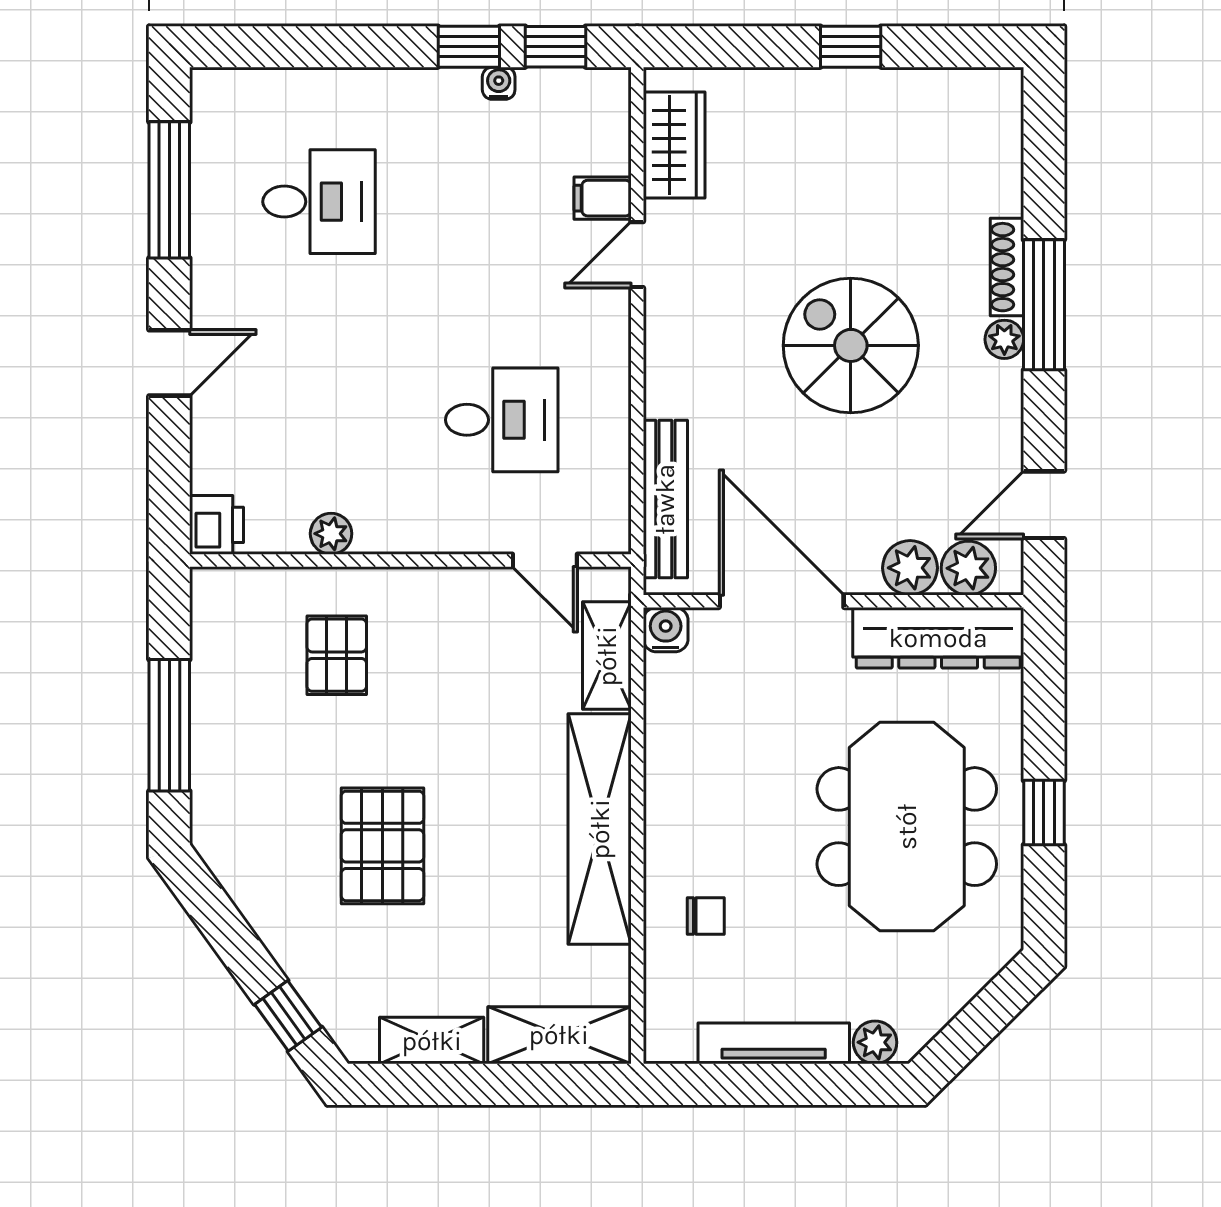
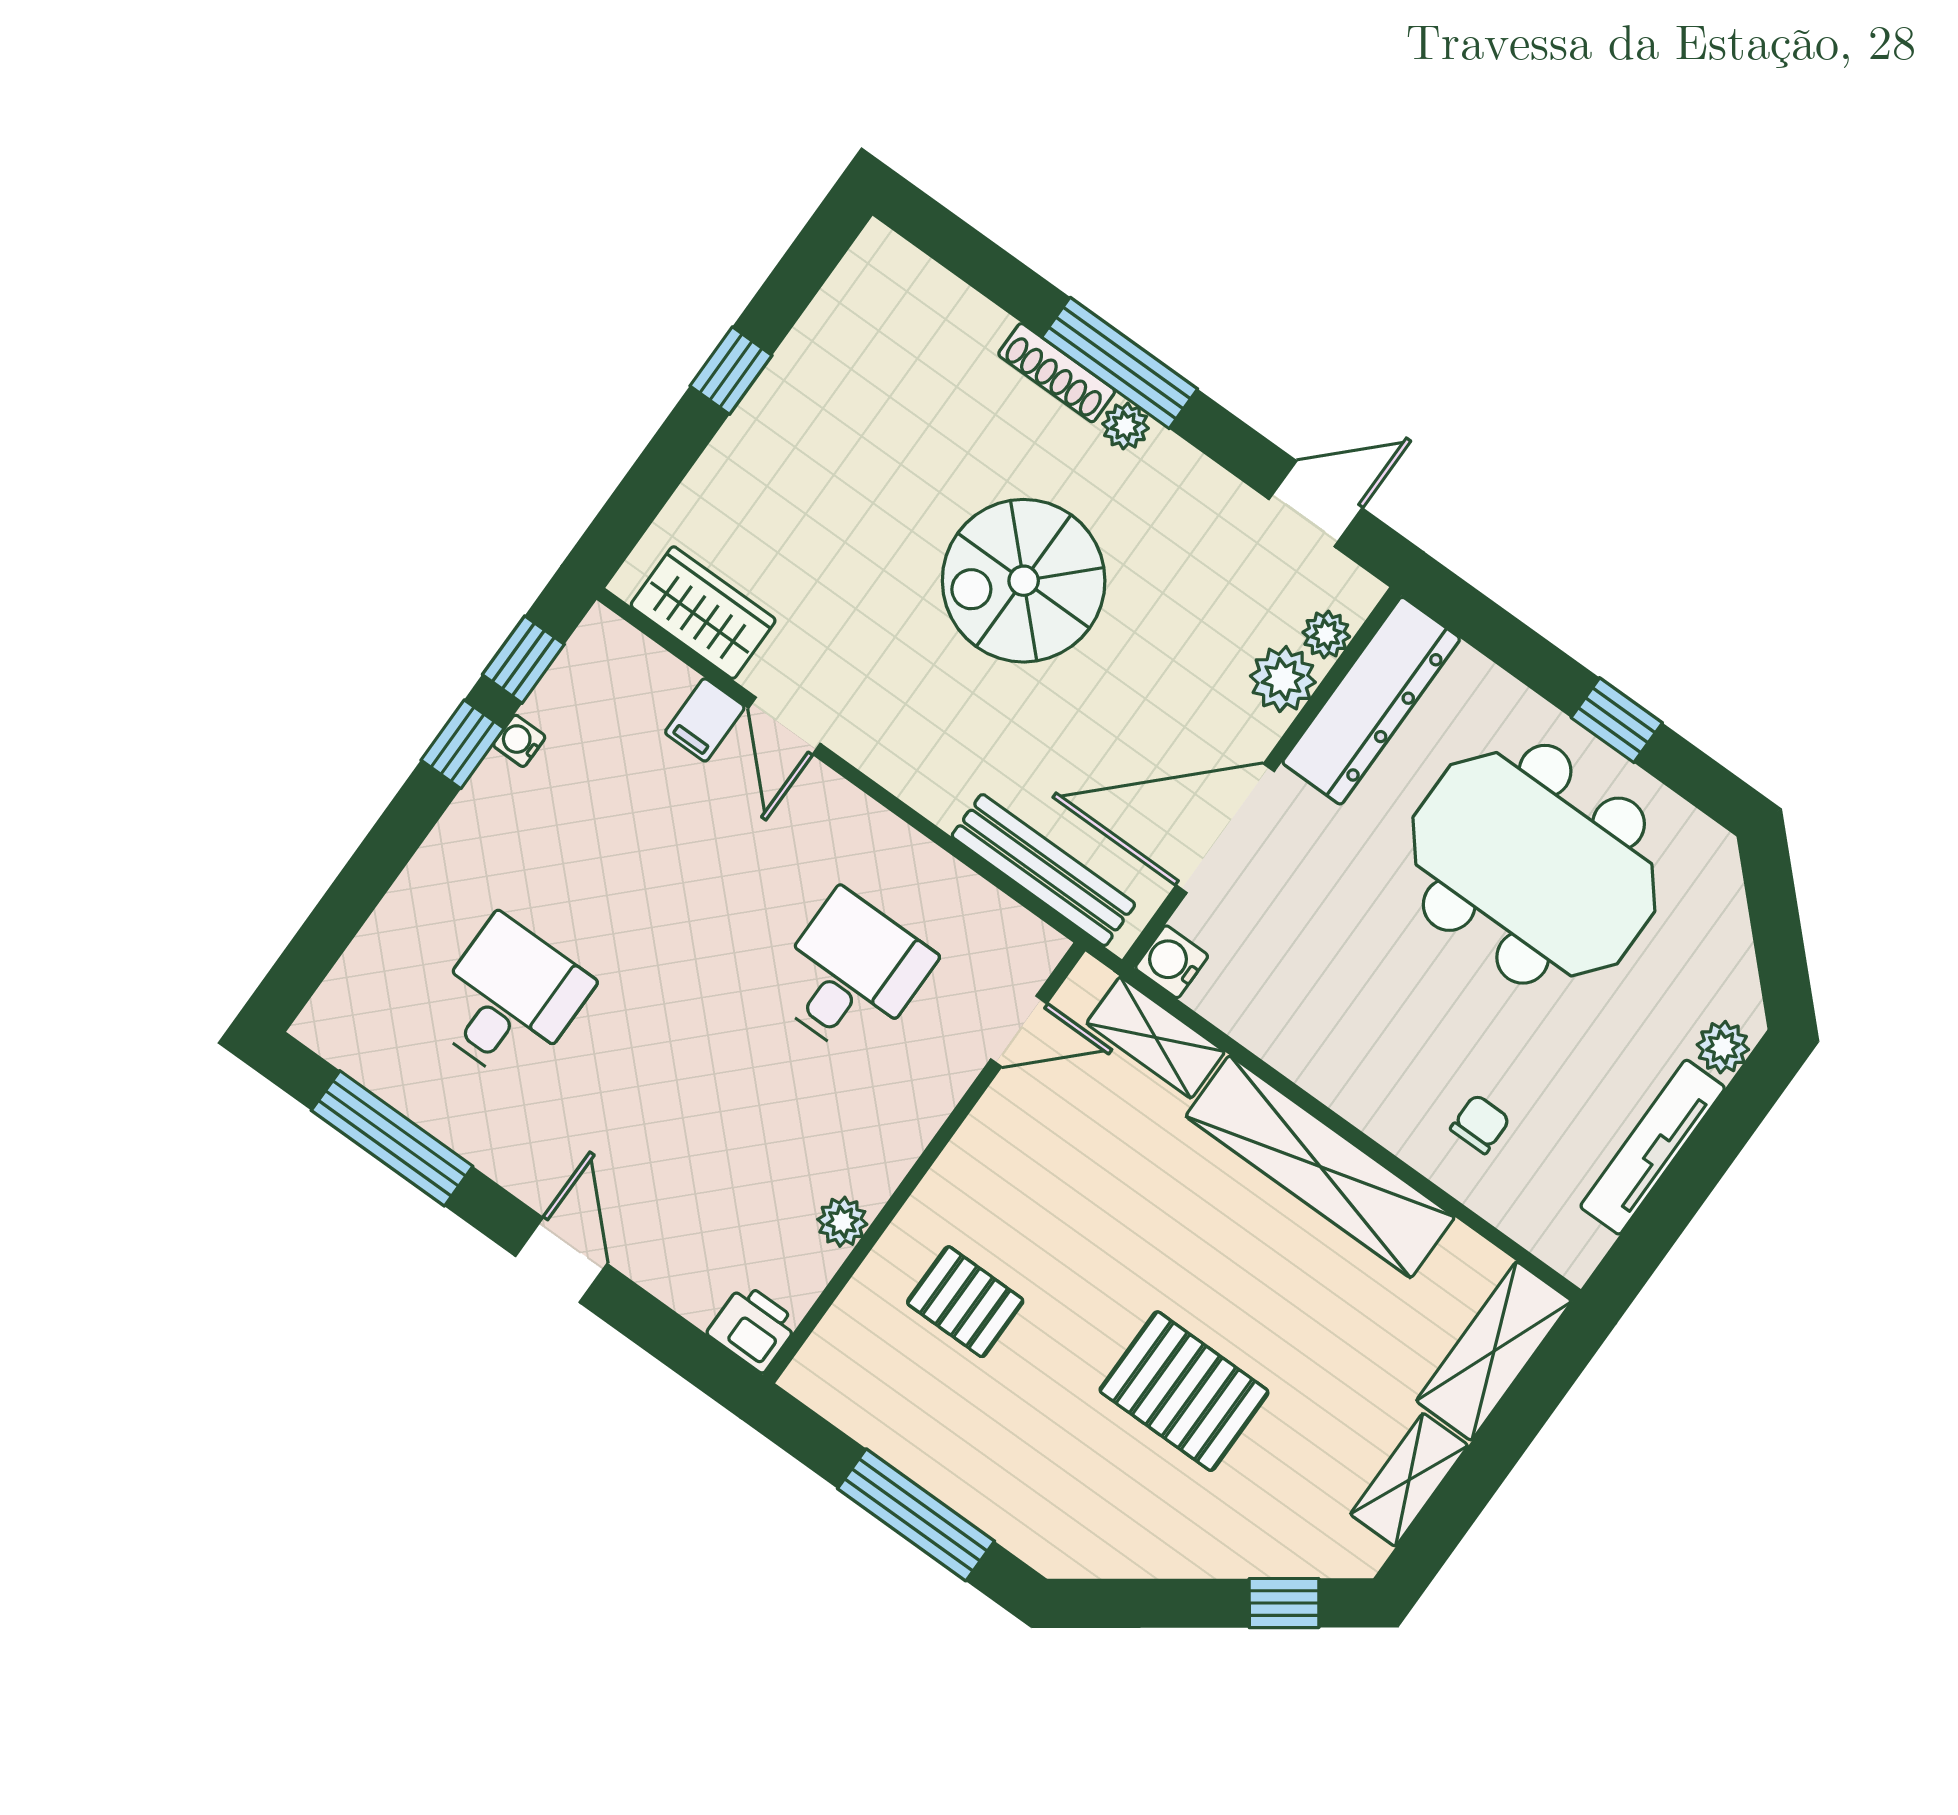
door: (1044, 505) -> (1315, 504), swing flipped
plant: (968, 568) -> (1326, 635), width x0.73, depth x0.73

